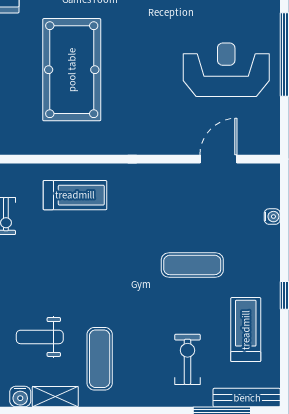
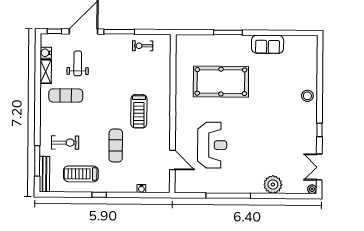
reception desk: (226, 70) -> (212, 145), moved
treadmill: (75, 195) -> (139, 111), moved
treadmill: (246, 330) -> (81, 174), turned 180

